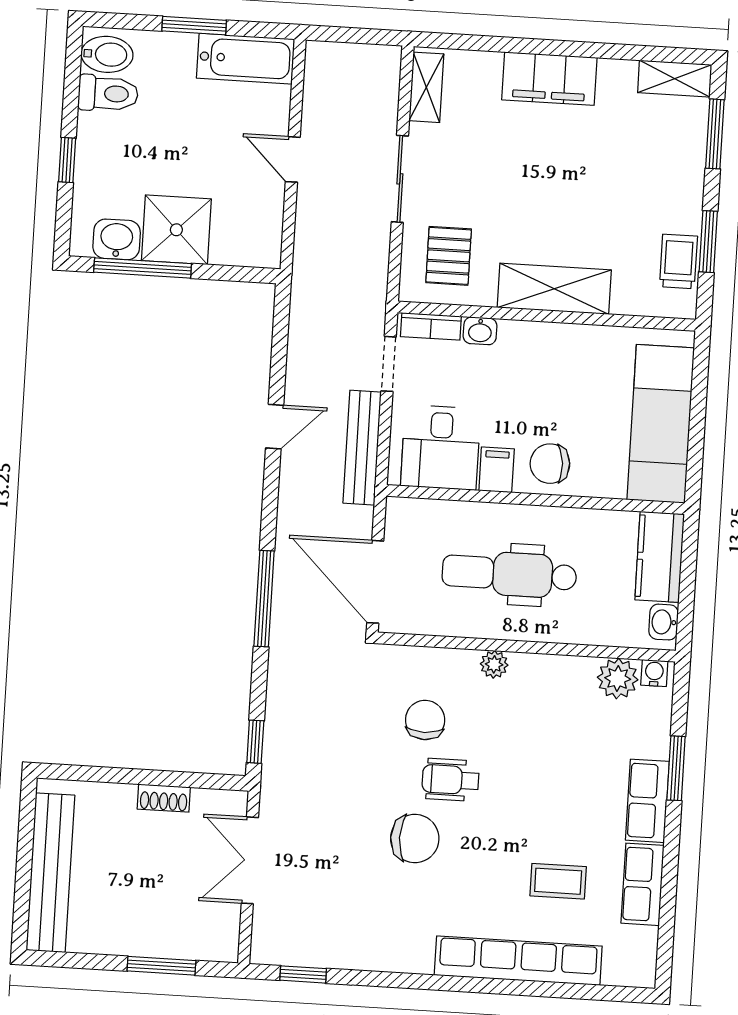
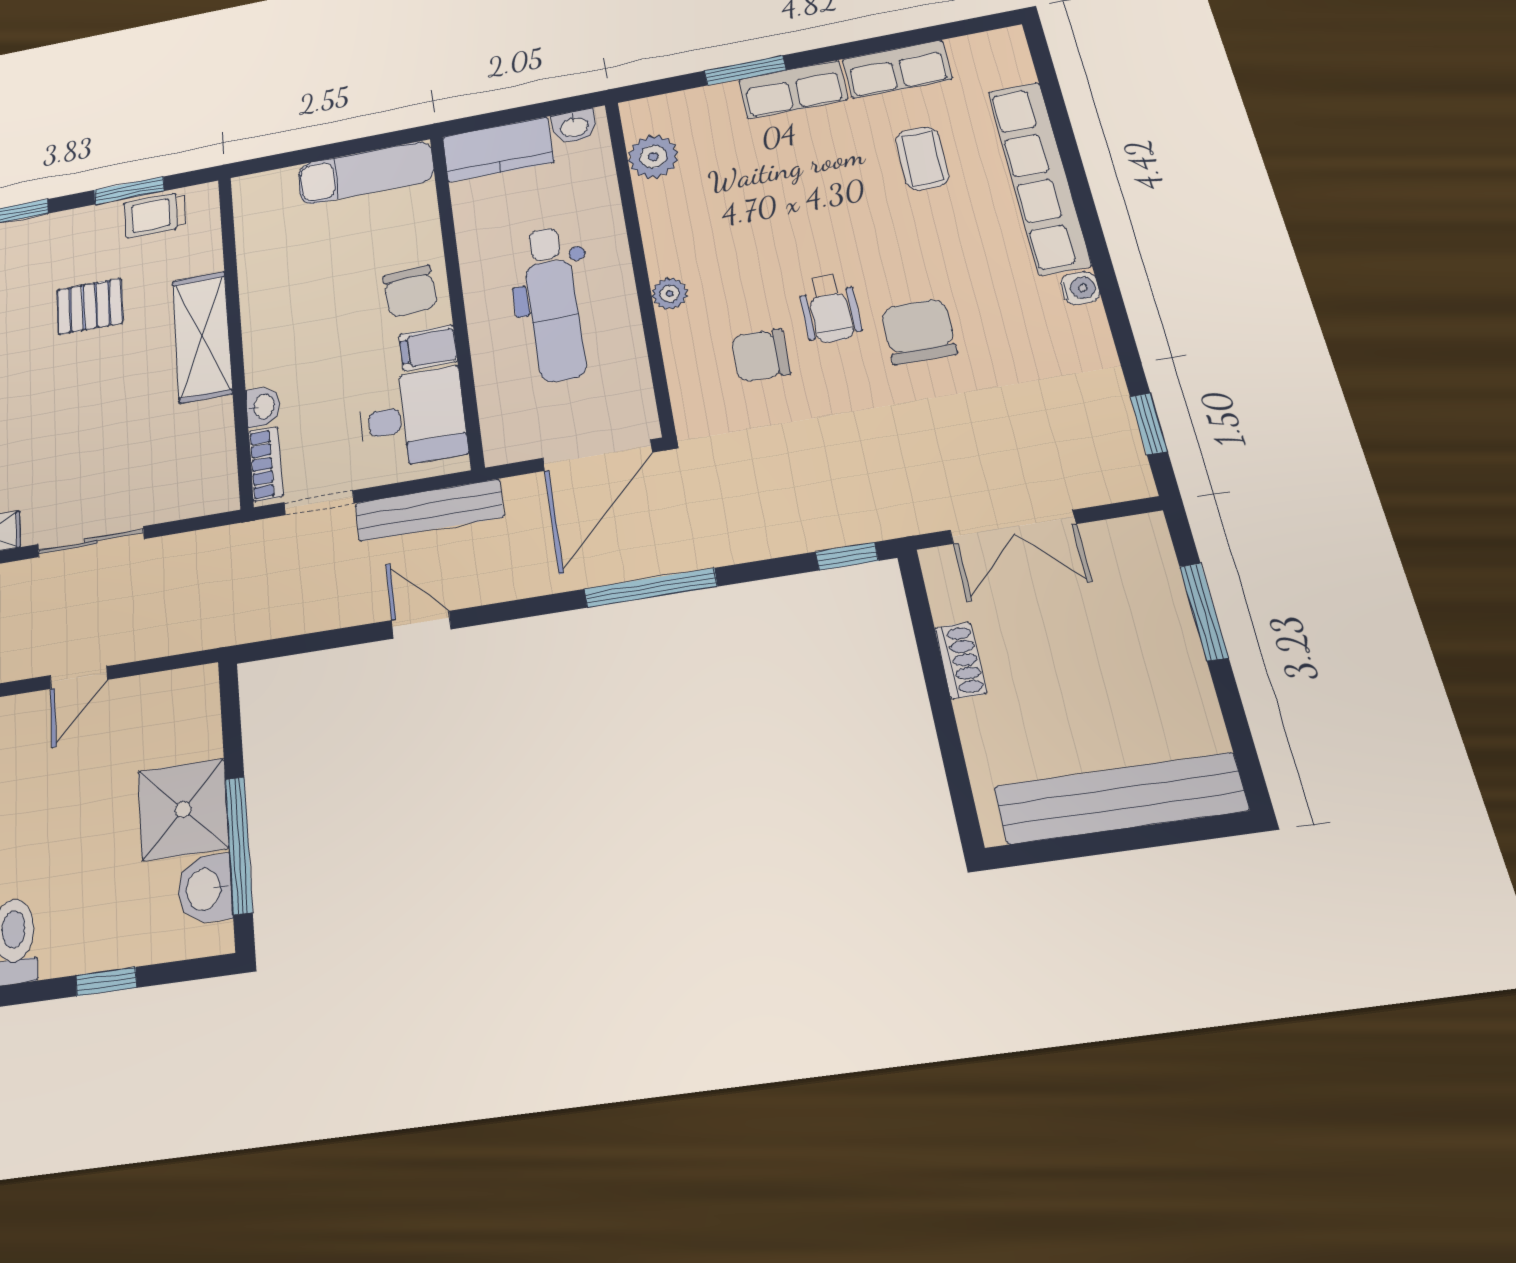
pallet: (449, 256) -> (90, 306), moved
exam couch: (661, 424) -> (366, 173), width x0.73, depth x0.69
water cooler: (654, 673) -> (1080, 288), moved, turned 180

